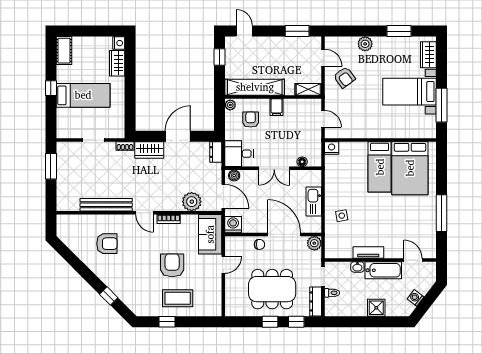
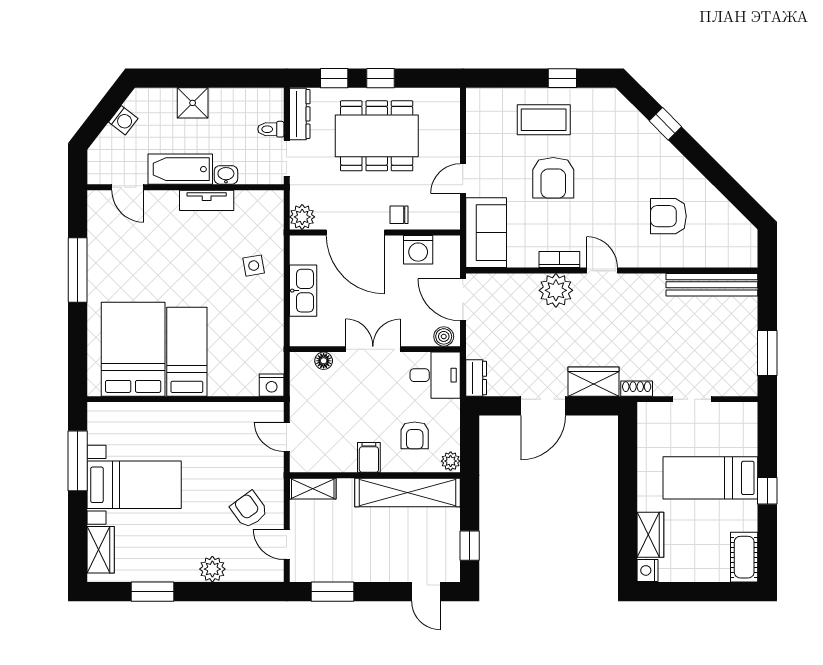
plant: (192, 202) -> (556, 290), moved
bench: (106, 205) -> (712, 285), moved
washing machine: (233, 225) -> (418, 250), moved

